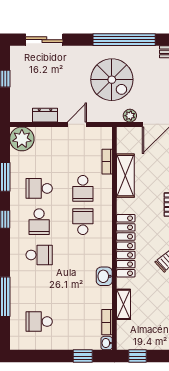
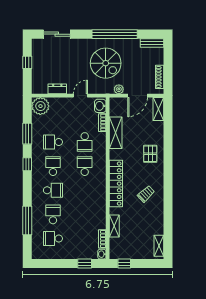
school desk: (39, 222) -> (53, 166), turned 180
washbasin: (104, 276) -> (100, 106), moved
school desk: (39, 288) -> (53, 214), added

